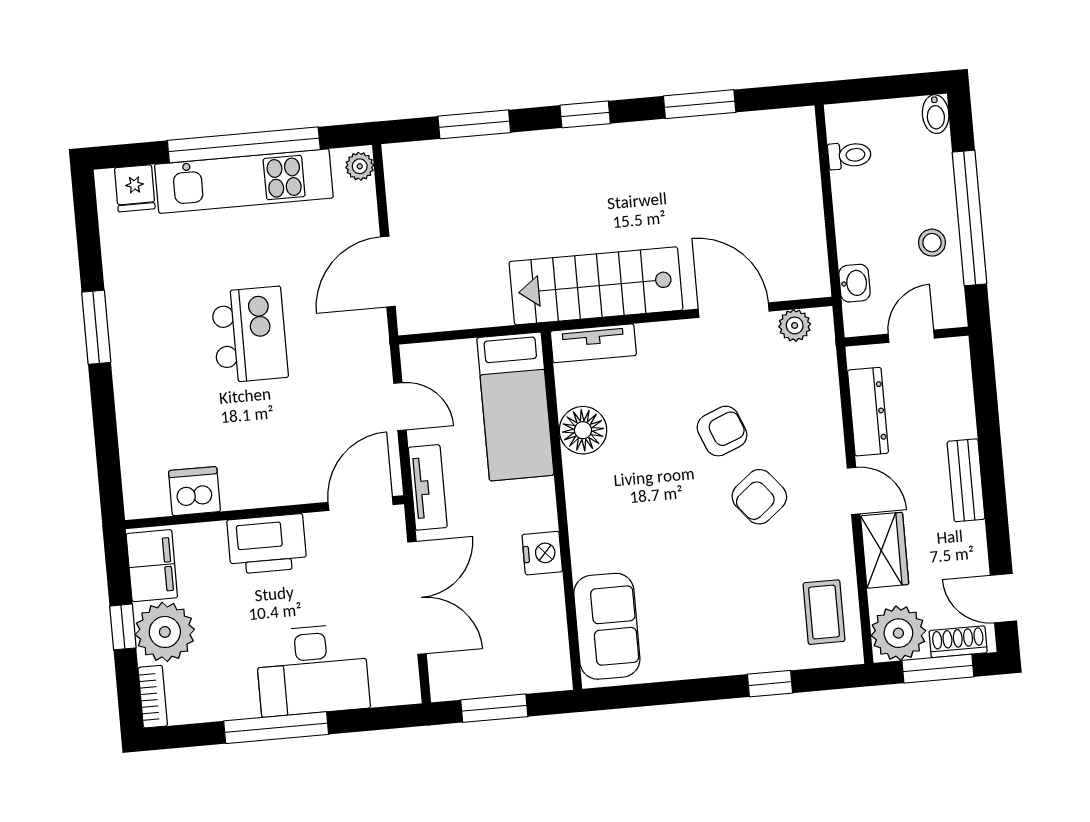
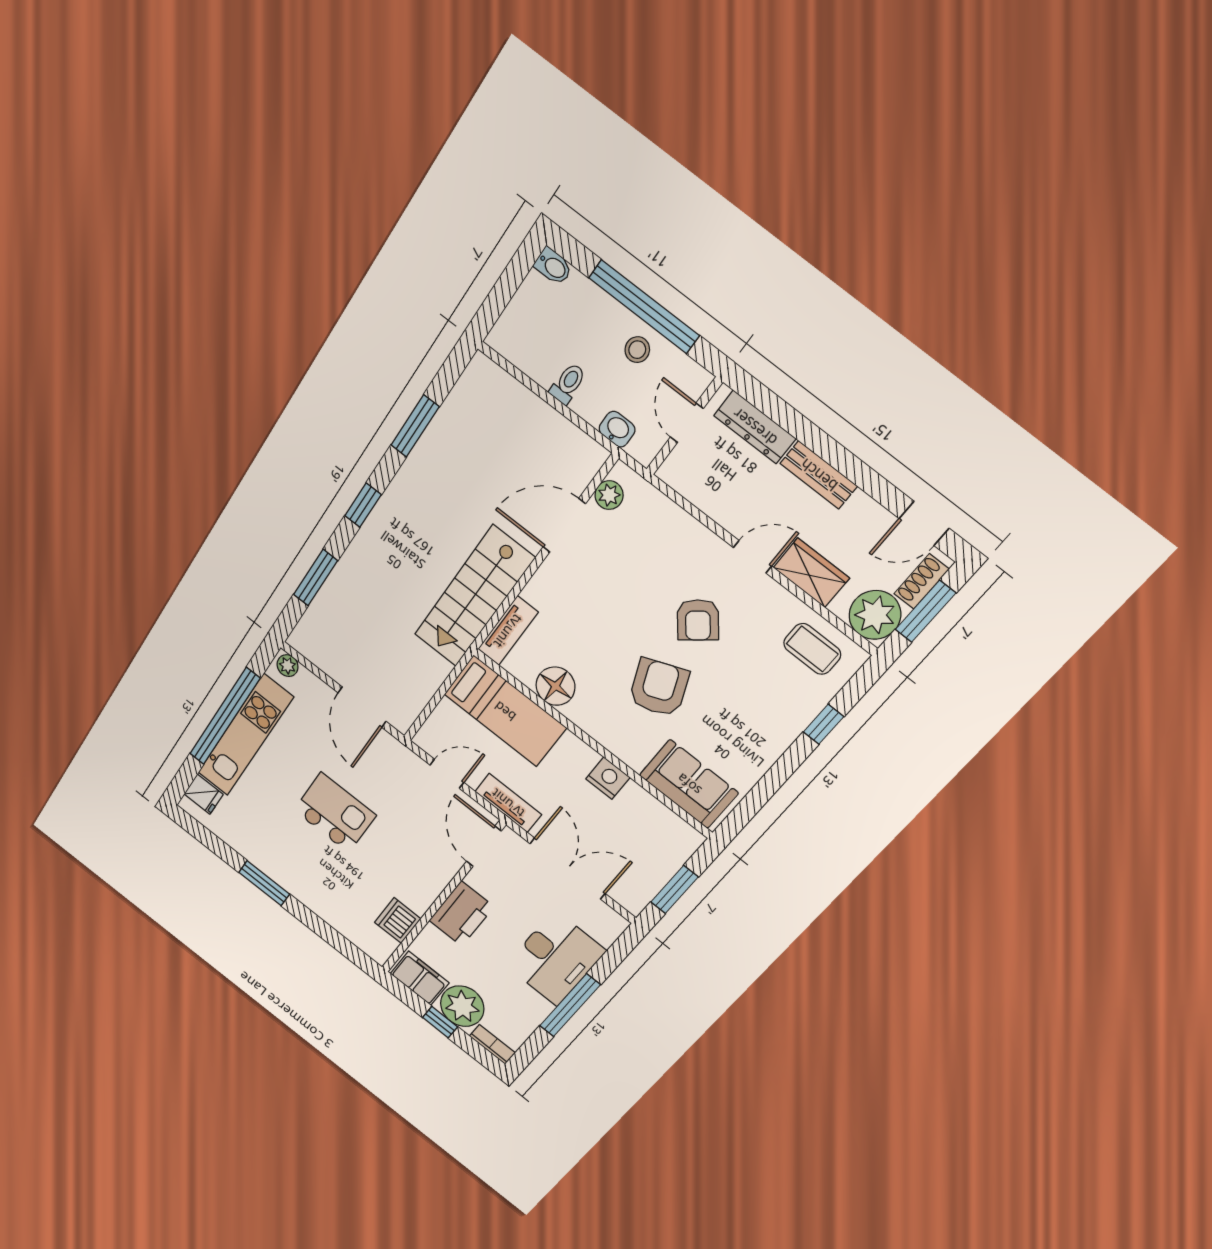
toilet: (850, 155) -> (568, 384), moved
dresser: (868, 412) -> (755, 427), moved, turned 180
armchair: (722, 431) -> (659, 688), moved, width x1.38, depth x1.38

